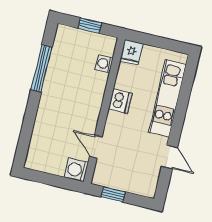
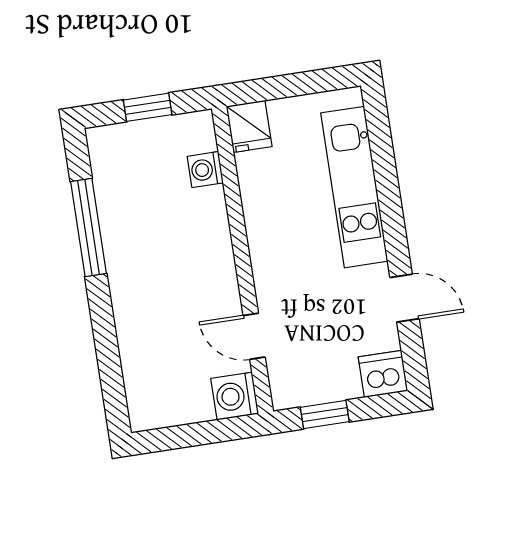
dishwasher: (120, 101) -> (383, 374), moved, turned -90

